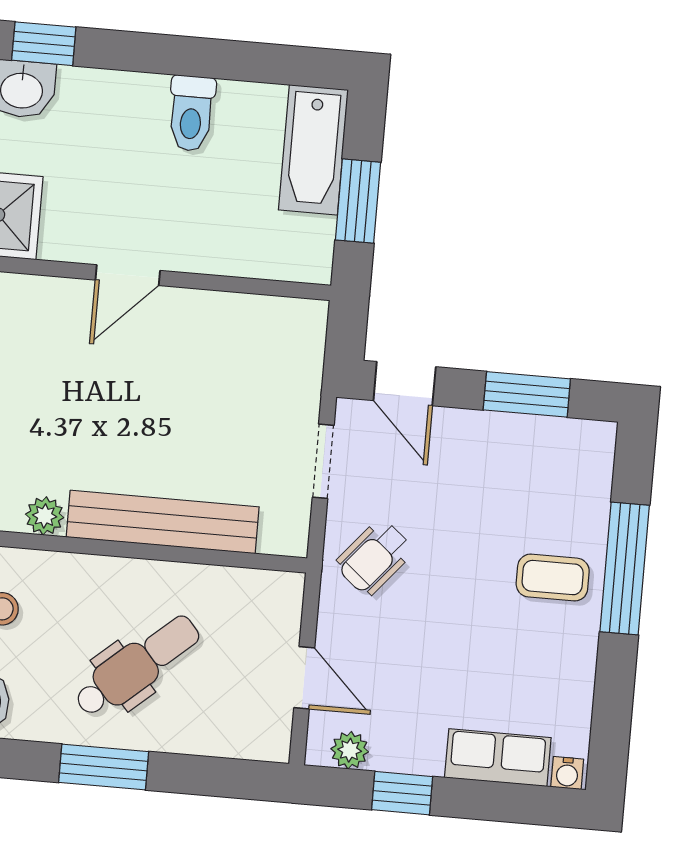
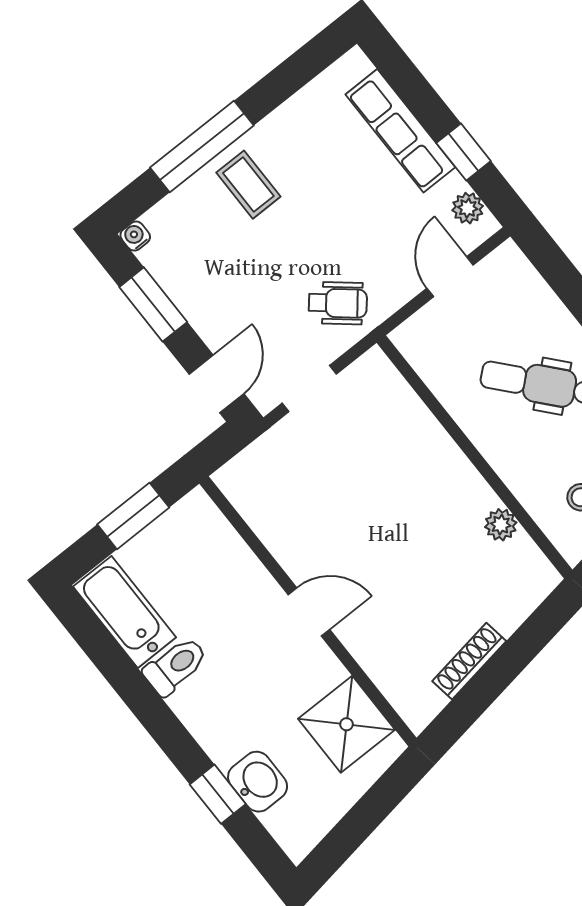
bathtub: (313, 150) -> (125, 612), moved, turned -90
bench: (163, 522) -> (437, 450), removed
row of seats: (498, 758) -> (400, 131), width x1.48
water cooler: (567, 773) -> (135, 236), moved, turned -90

